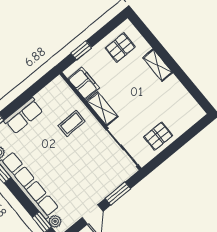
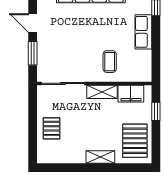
pallet: (120, 48) -> (135, 141), width x1.50, depth x1.42
pallet: (158, 136) -> (51, 128), moved

